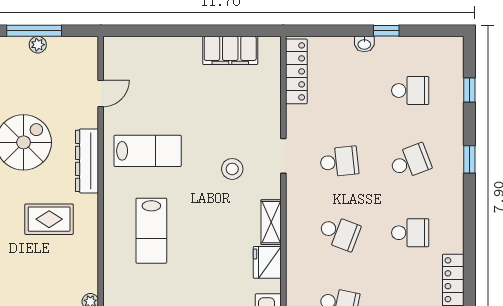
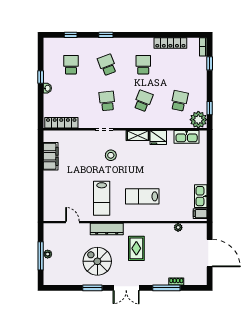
lab bench: (148, 151) -> (102, 198), turned 180
lab bench: (151, 231) -> (142, 196), turned 180

